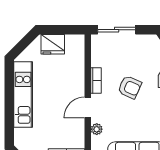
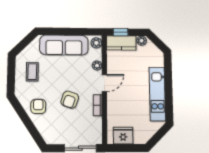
fridge: (53, 44) -> (123, 136), moved
armchair: (130, 87) -> (70, 100), turned -95

